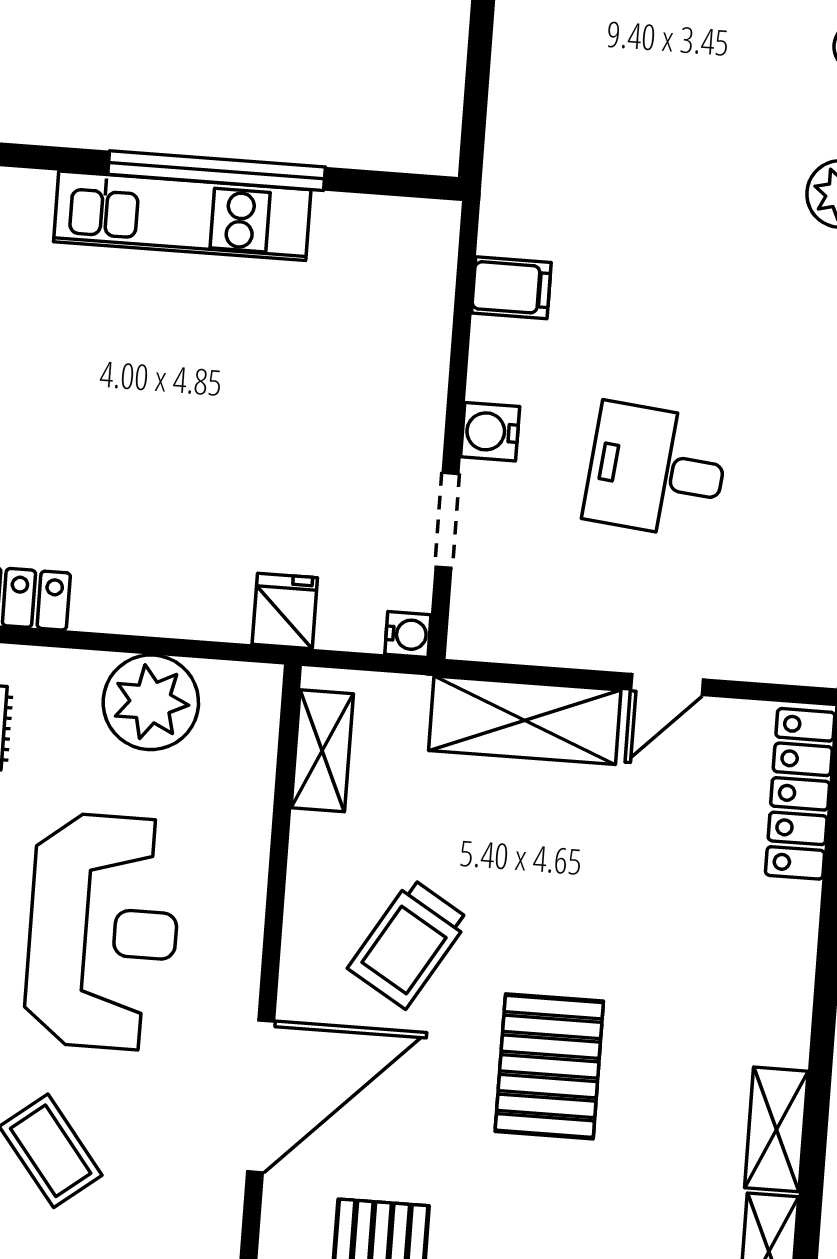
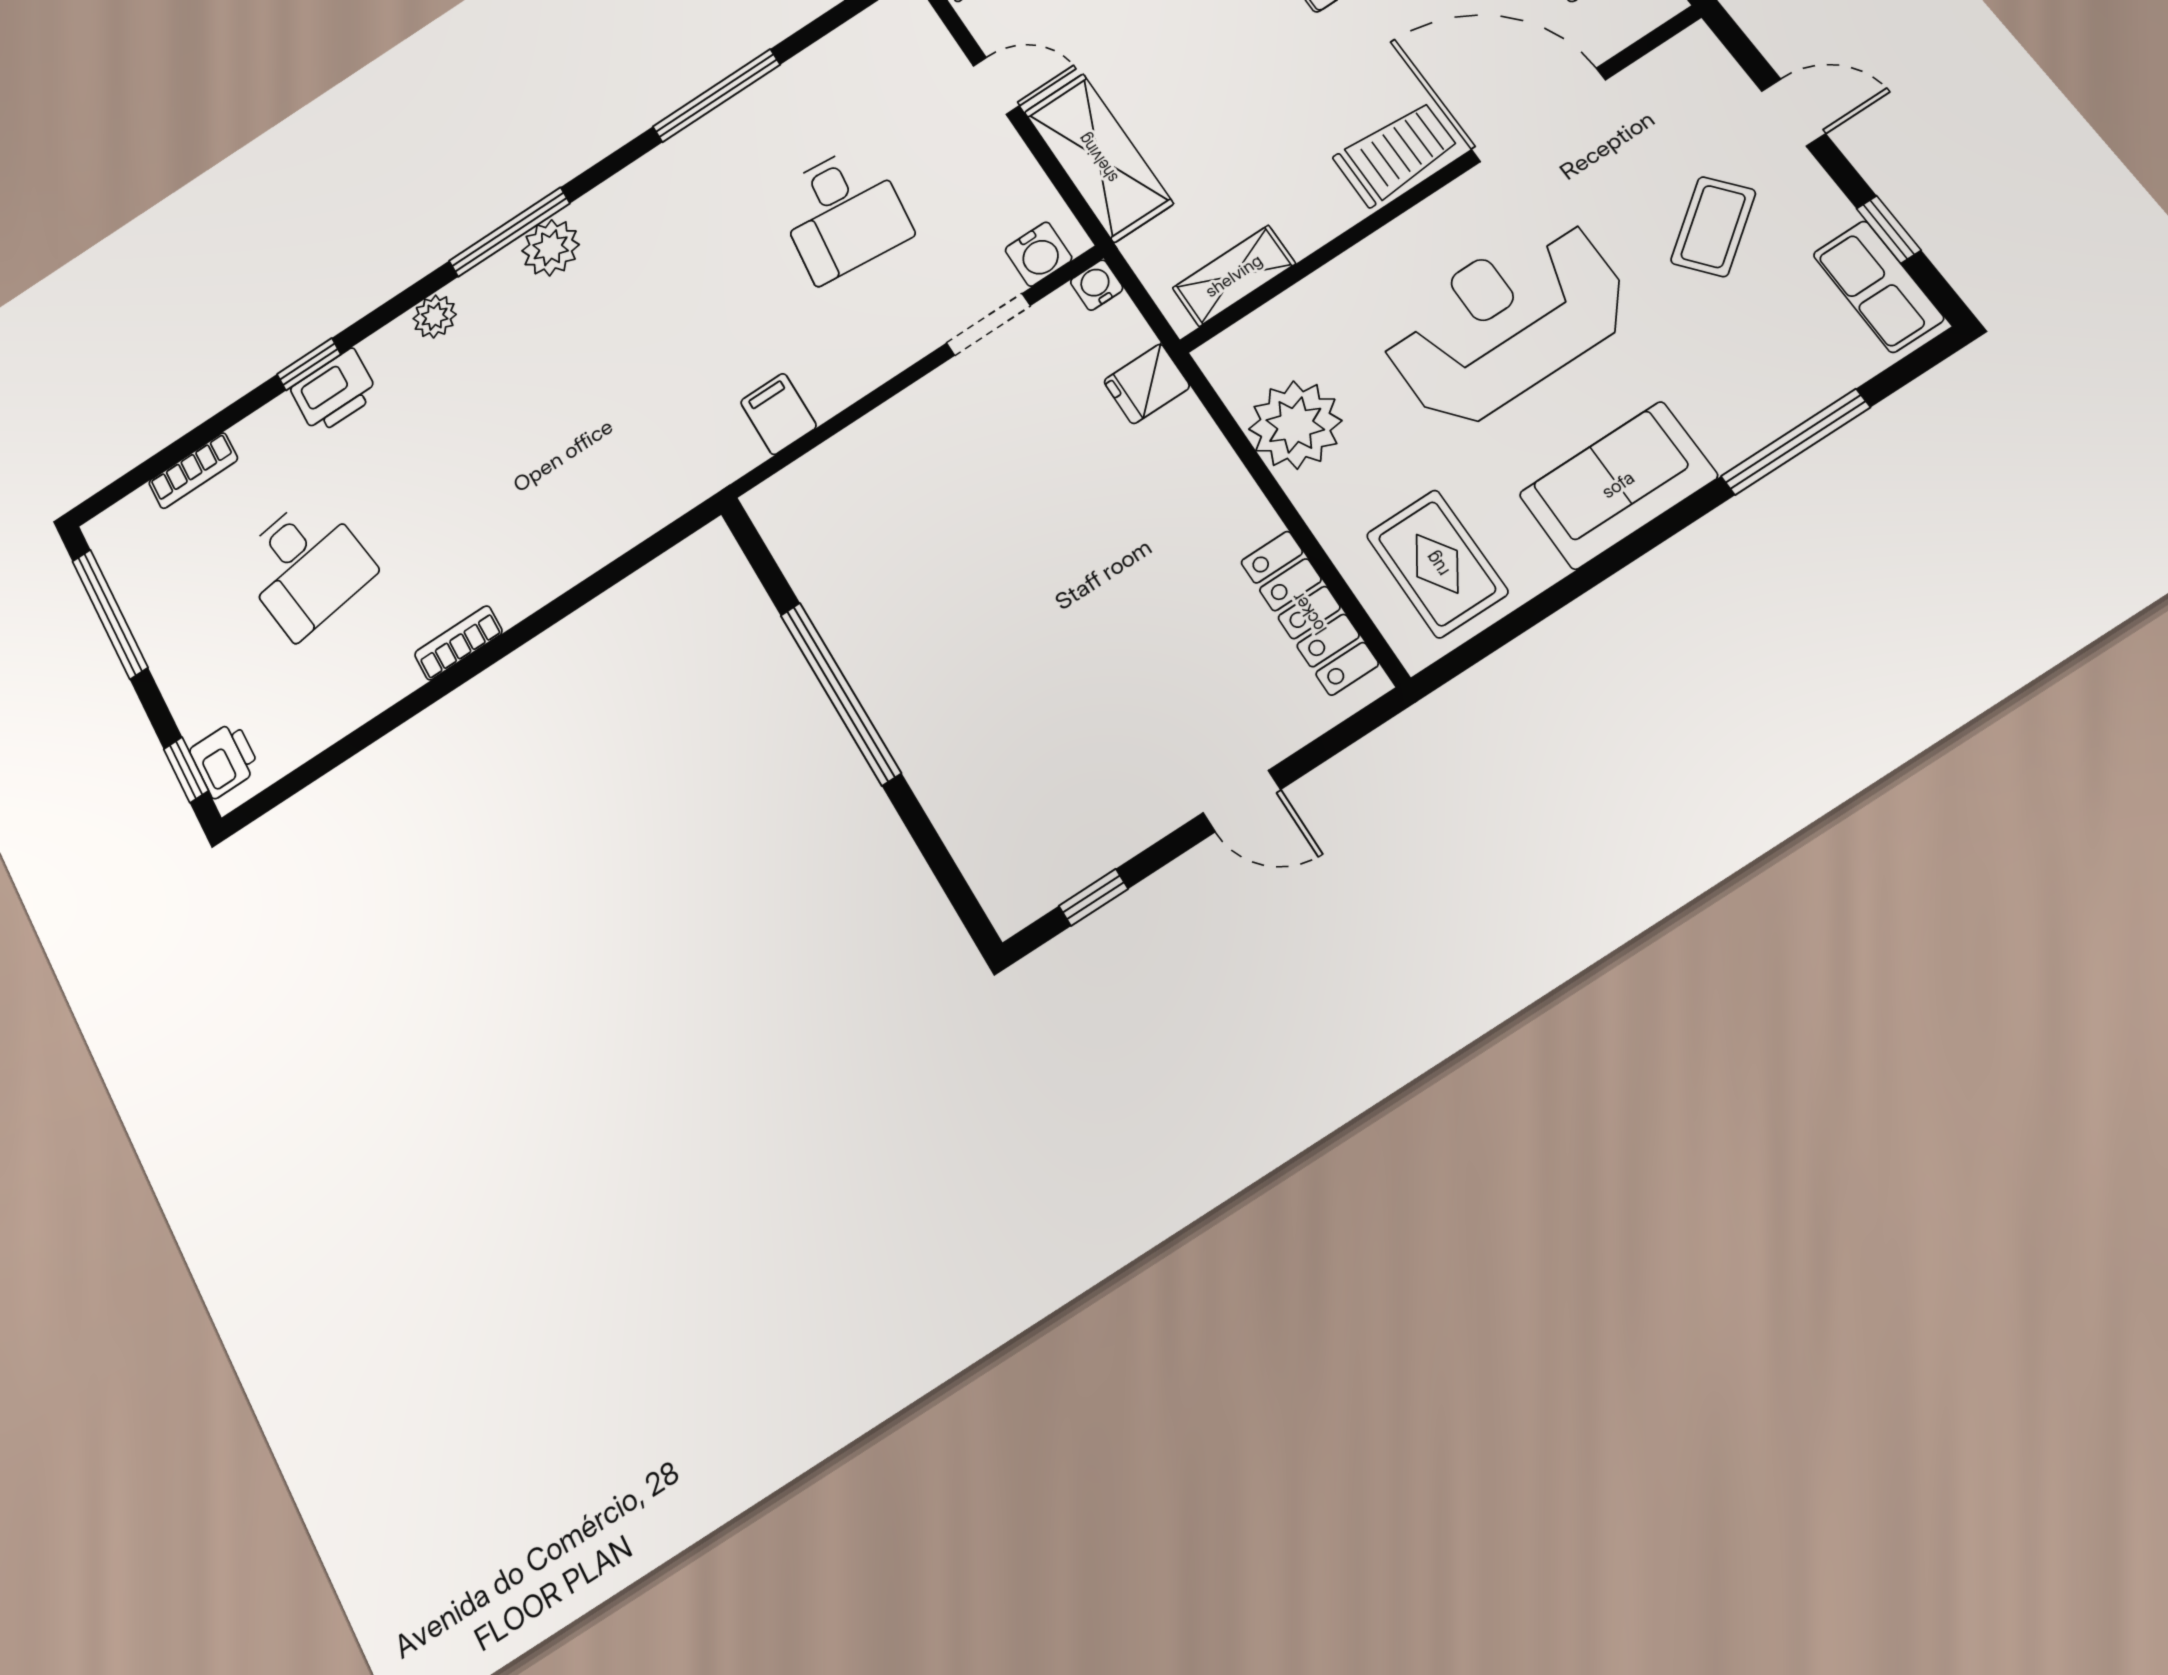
kitchen unit: (182, 216) -> (894, 692), removed
water cooler: (490, 432) -> (1039, 254), moved
trolley: (408, 944) -> (1396, 154), moved, turned -31

